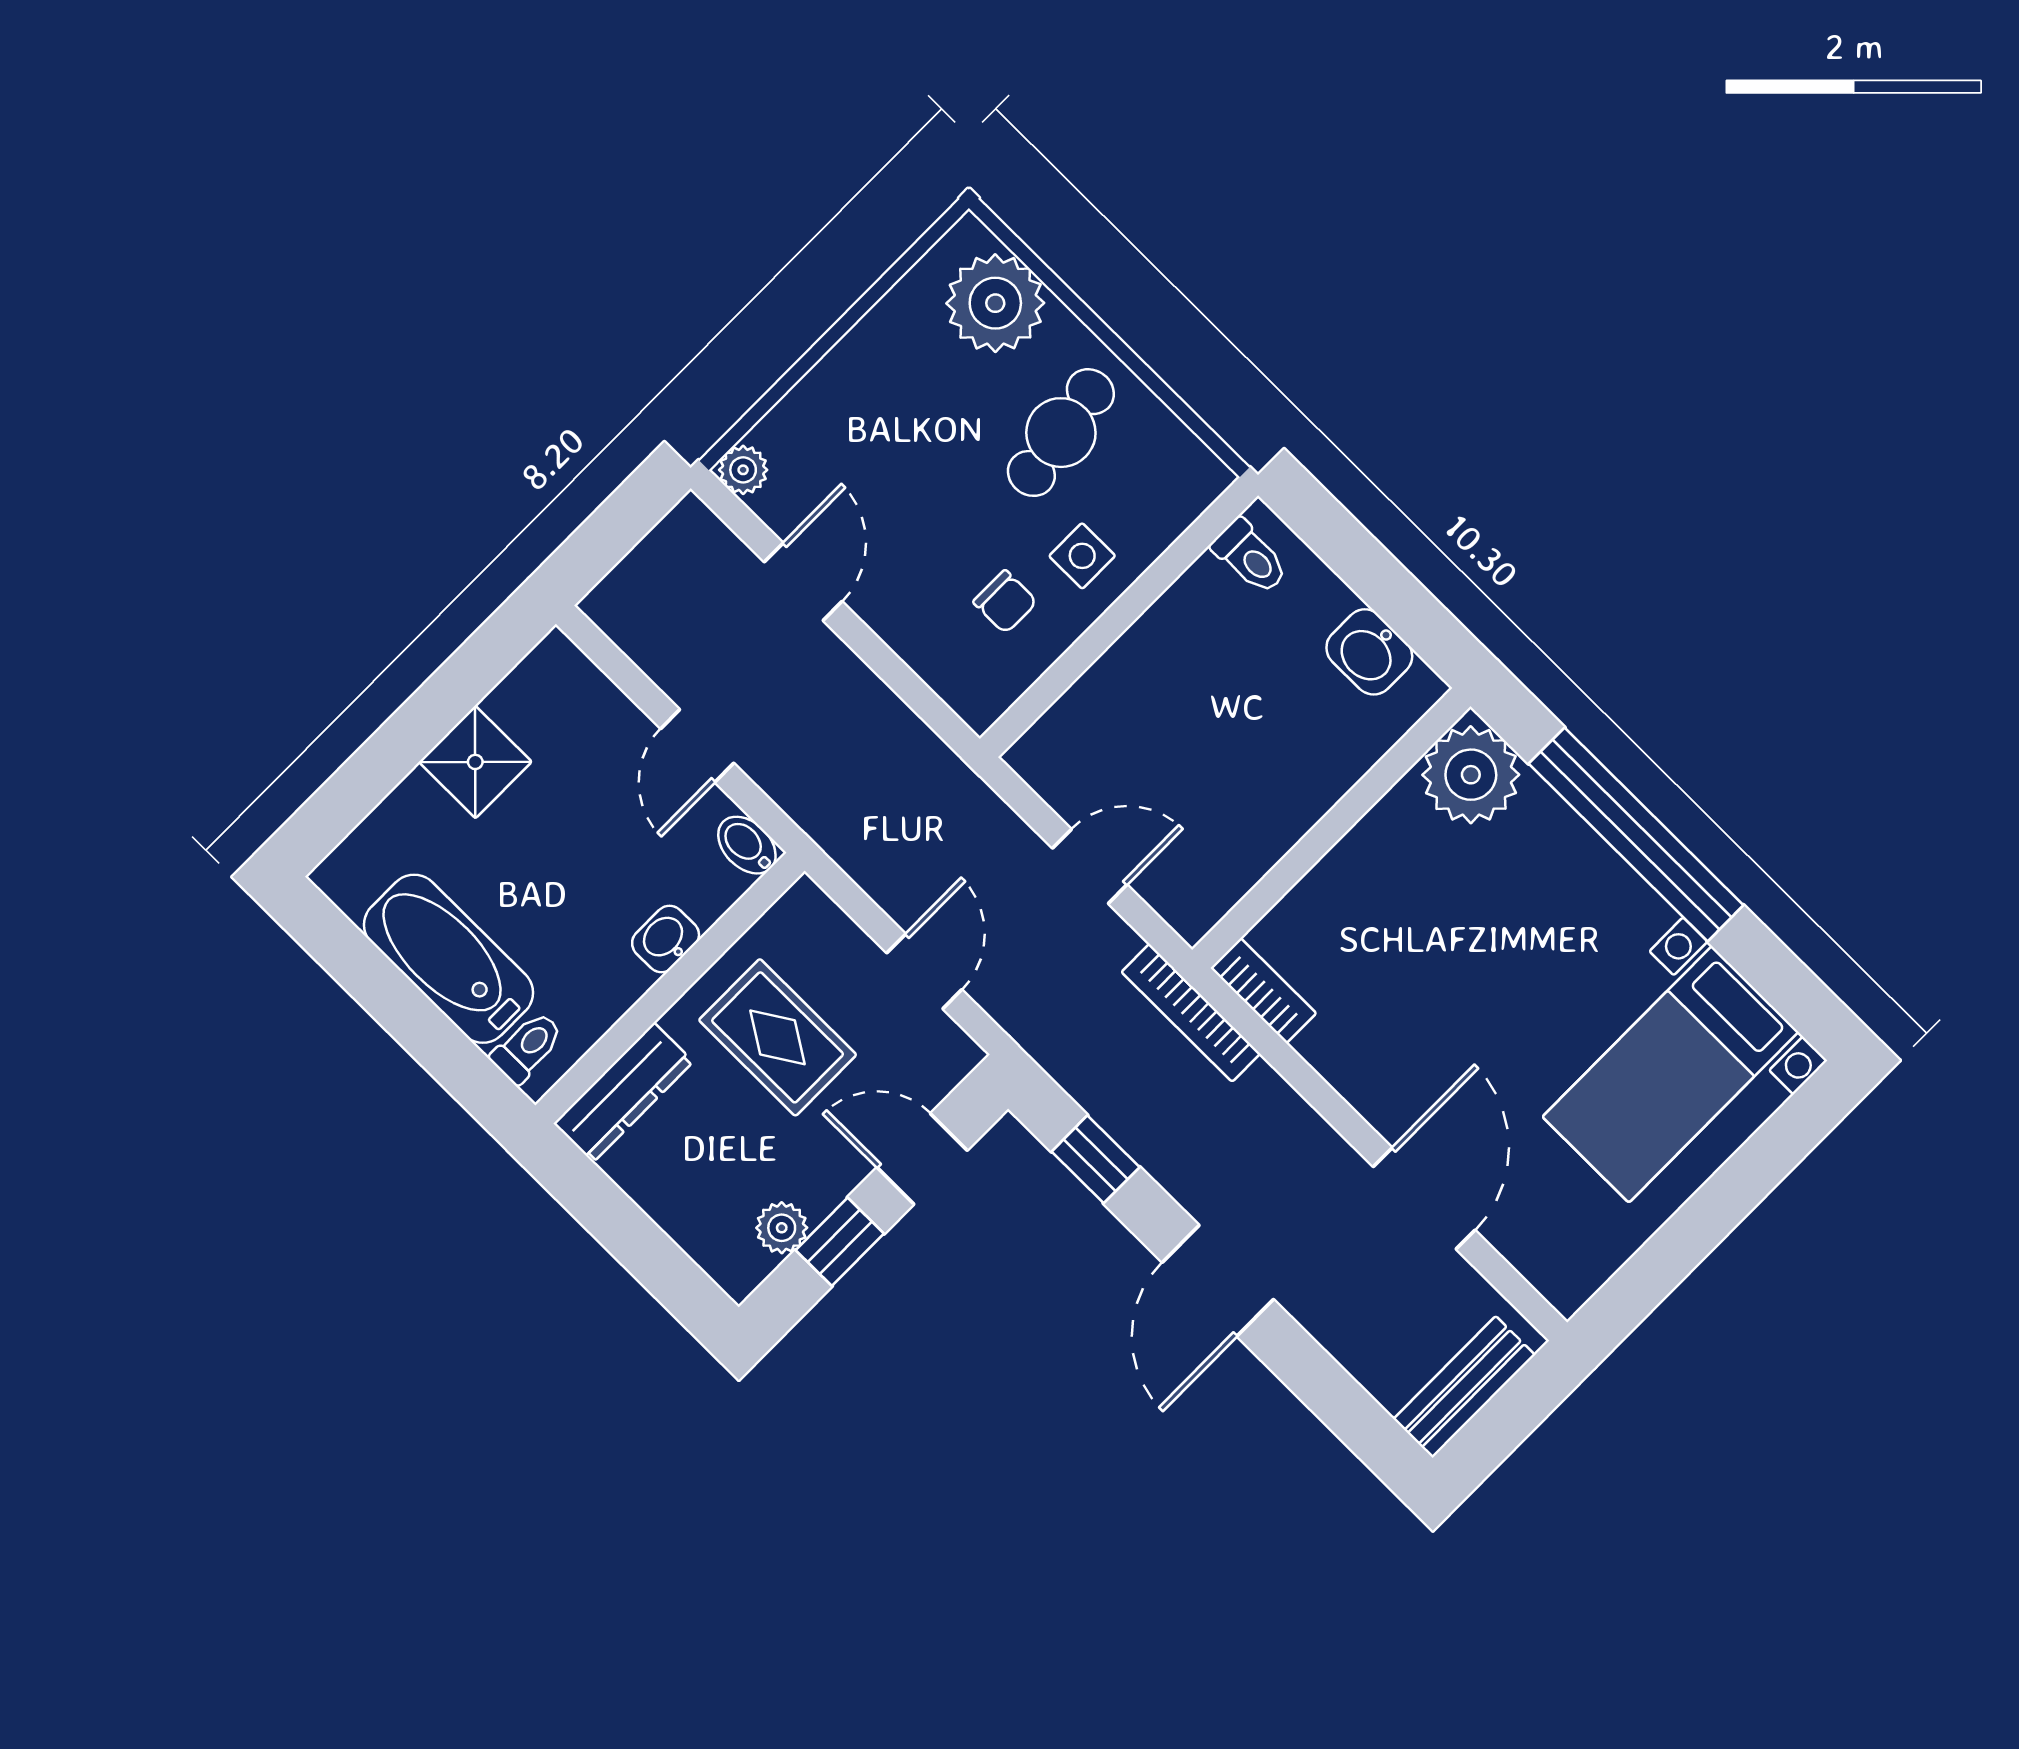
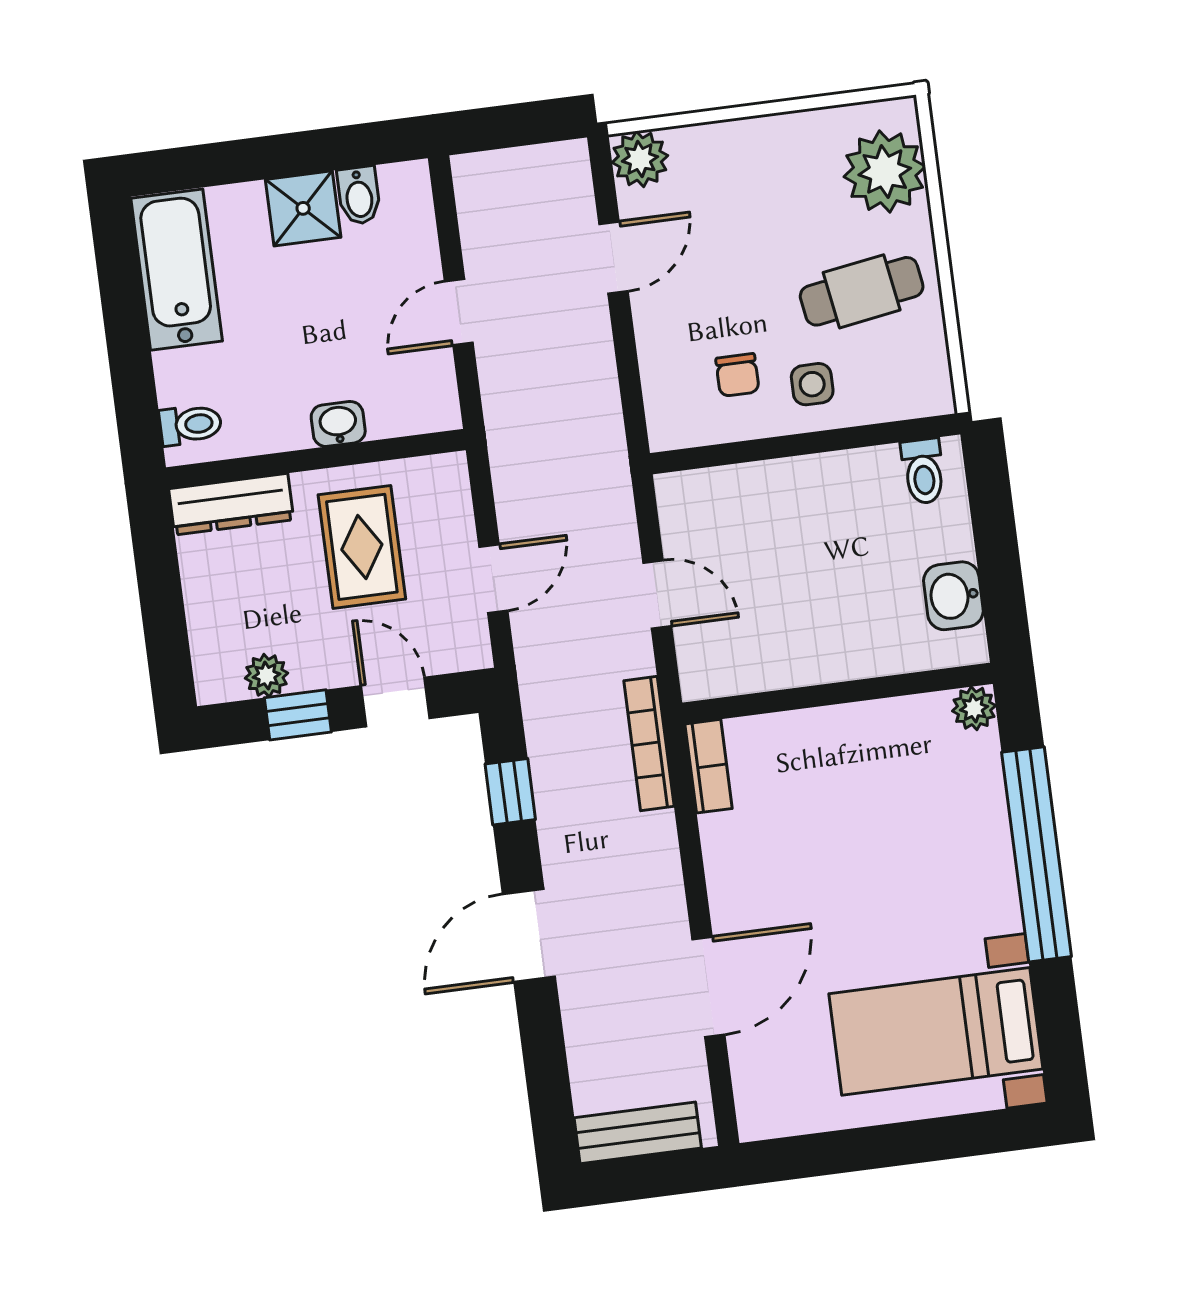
plant: (743, 470) -> (640, 159), width x1.38, depth x1.38
plant: (1471, 775) -> (974, 708), width x0.53, depth x0.53
bidet: (747, 845) -> (359, 195), moved, turned 180
bathtub: (448, 959) -> (177, 270), moved

